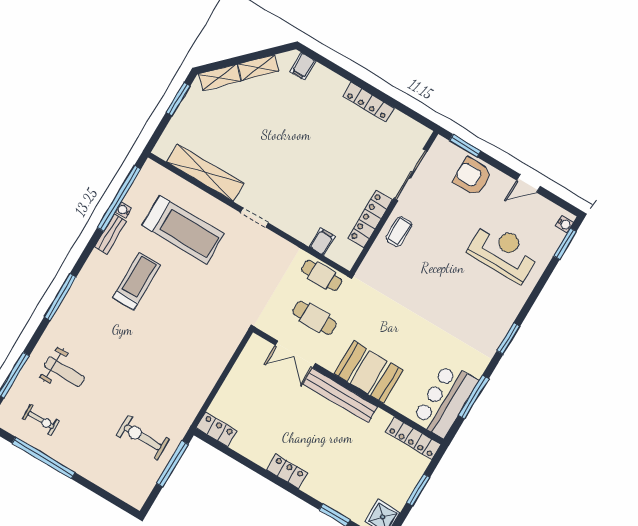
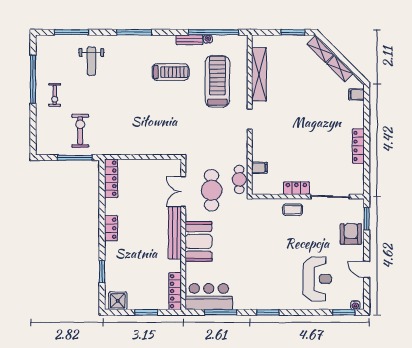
locker: (370, 219) -> (296, 188), width x0.66
treadmill: (183, 230) -> (217, 81), turned 180
cafe table: (315, 318) -> (212, 190), width x1.37, depth x1.35
exercise bike: (41, 420) -> (55, 95), moved
locker: (217, 429) -> (111, 178), width x1.53

